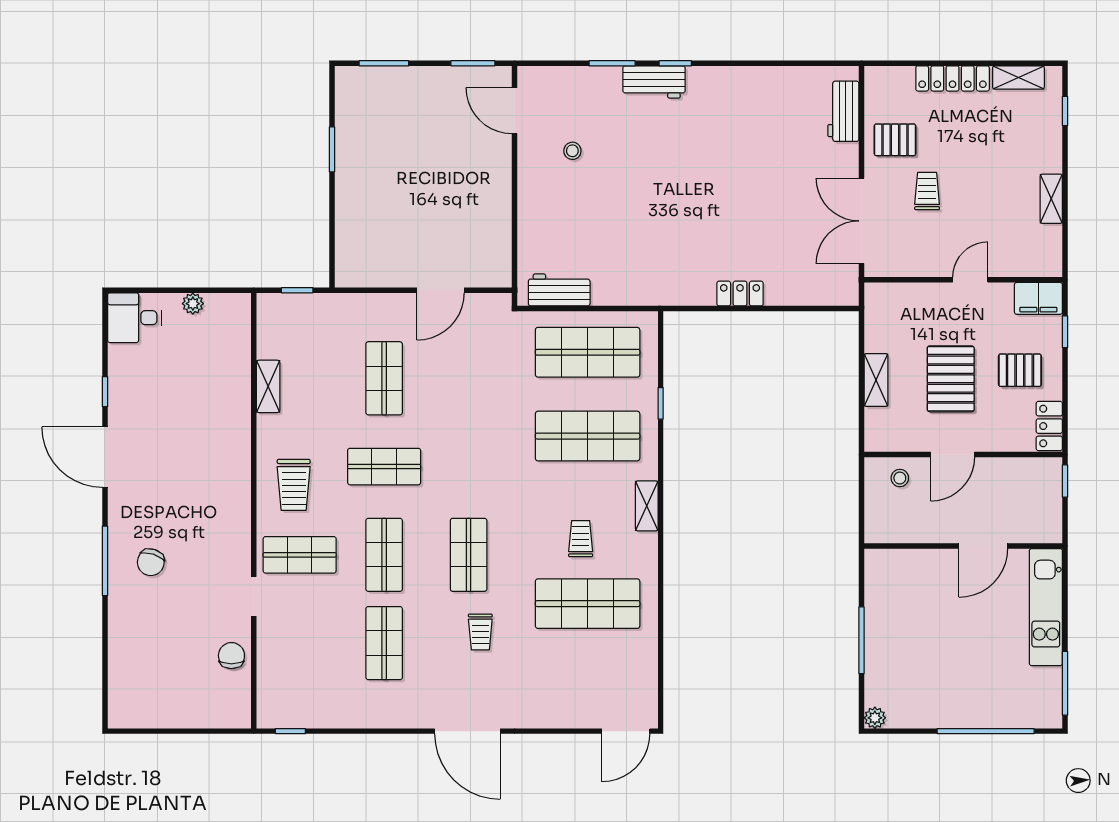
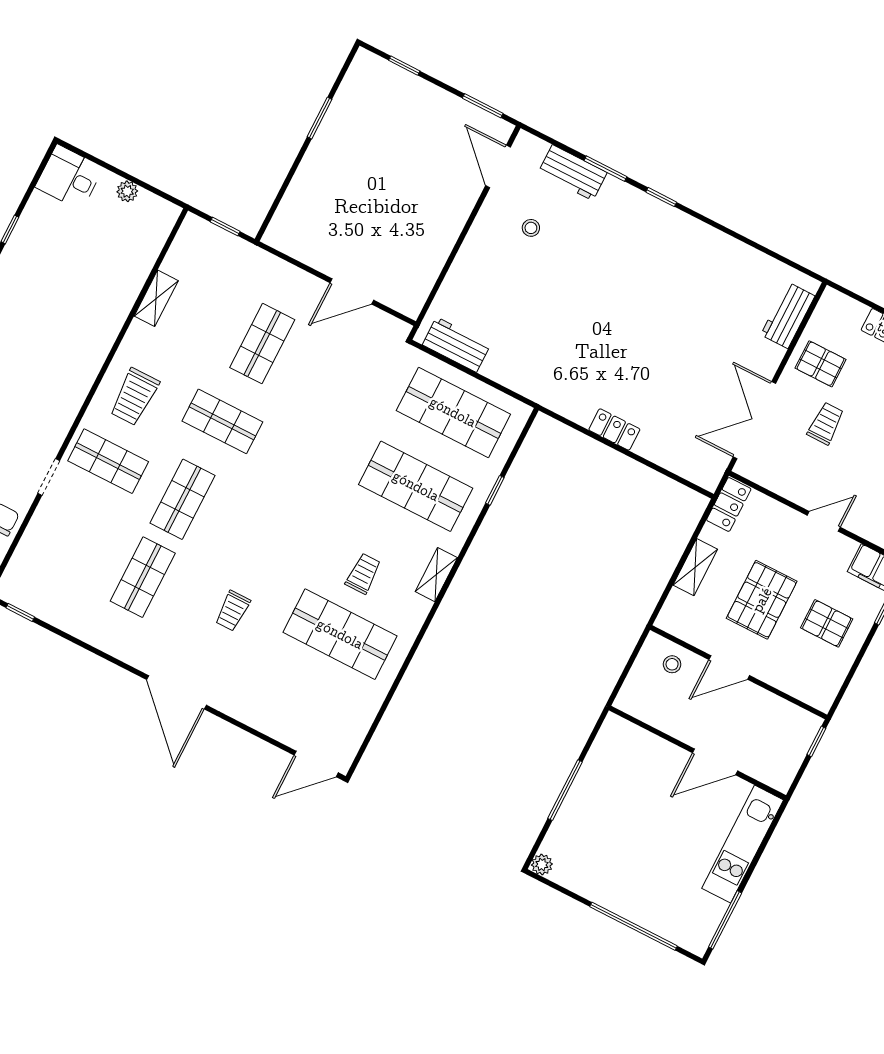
window: (384, 63) -> (404, 66), width x0.67
workbench: (654, 82) -> (573, 173), moved
locker: (1049, 426) -> (729, 504), moved, turned 180
shop shelf: (469, 555) -> (257, 537), removed

